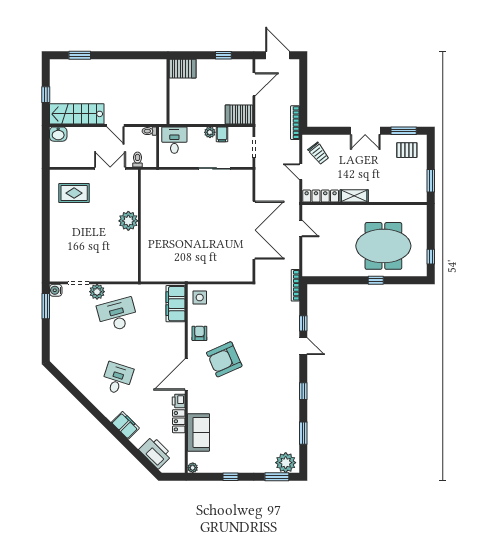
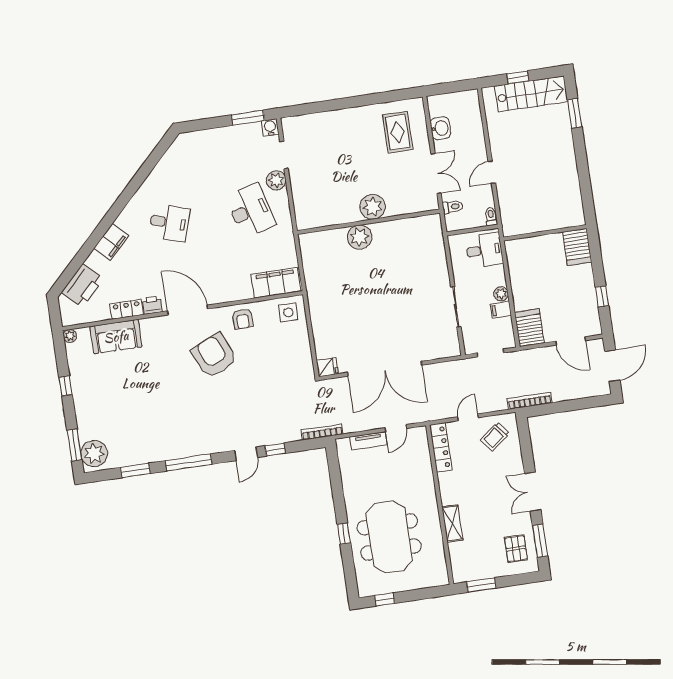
stairs: (77, 114) -> (531, 94), moved, turned 90
washbasin: (58, 134) -> (440, 128), moved, turned 180
shelving: (354, 196) -> (452, 523), moved
plant: (150, 234) -> (360, 237), added
tv unit: (307, 251) -> (368, 441), added
fridge: (246, 274) -> (327, 367), added
armchair: (199, 333) -> (243, 319), turned 89
window: (303, 391) -> (189, 462), width x2.17

